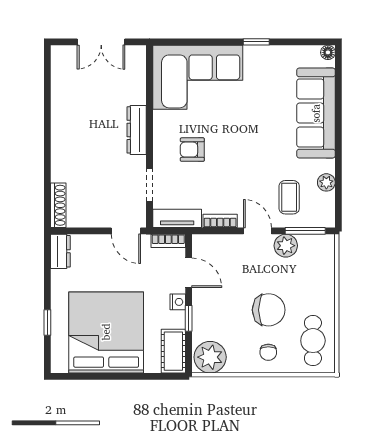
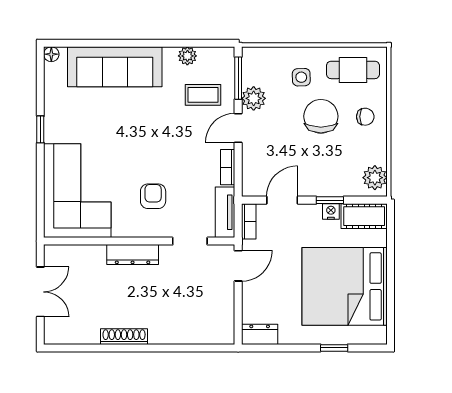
armchair: (192, 150) -> (153, 196), turned 180
shoe rack: (58, 205) -> (124, 337), moved
side table: (306, 291) -> (301, 77), added
nightstand: (178, 302) -> (331, 211), moved
plant: (210, 357) -> (375, 178), width x0.73, depth x0.73

